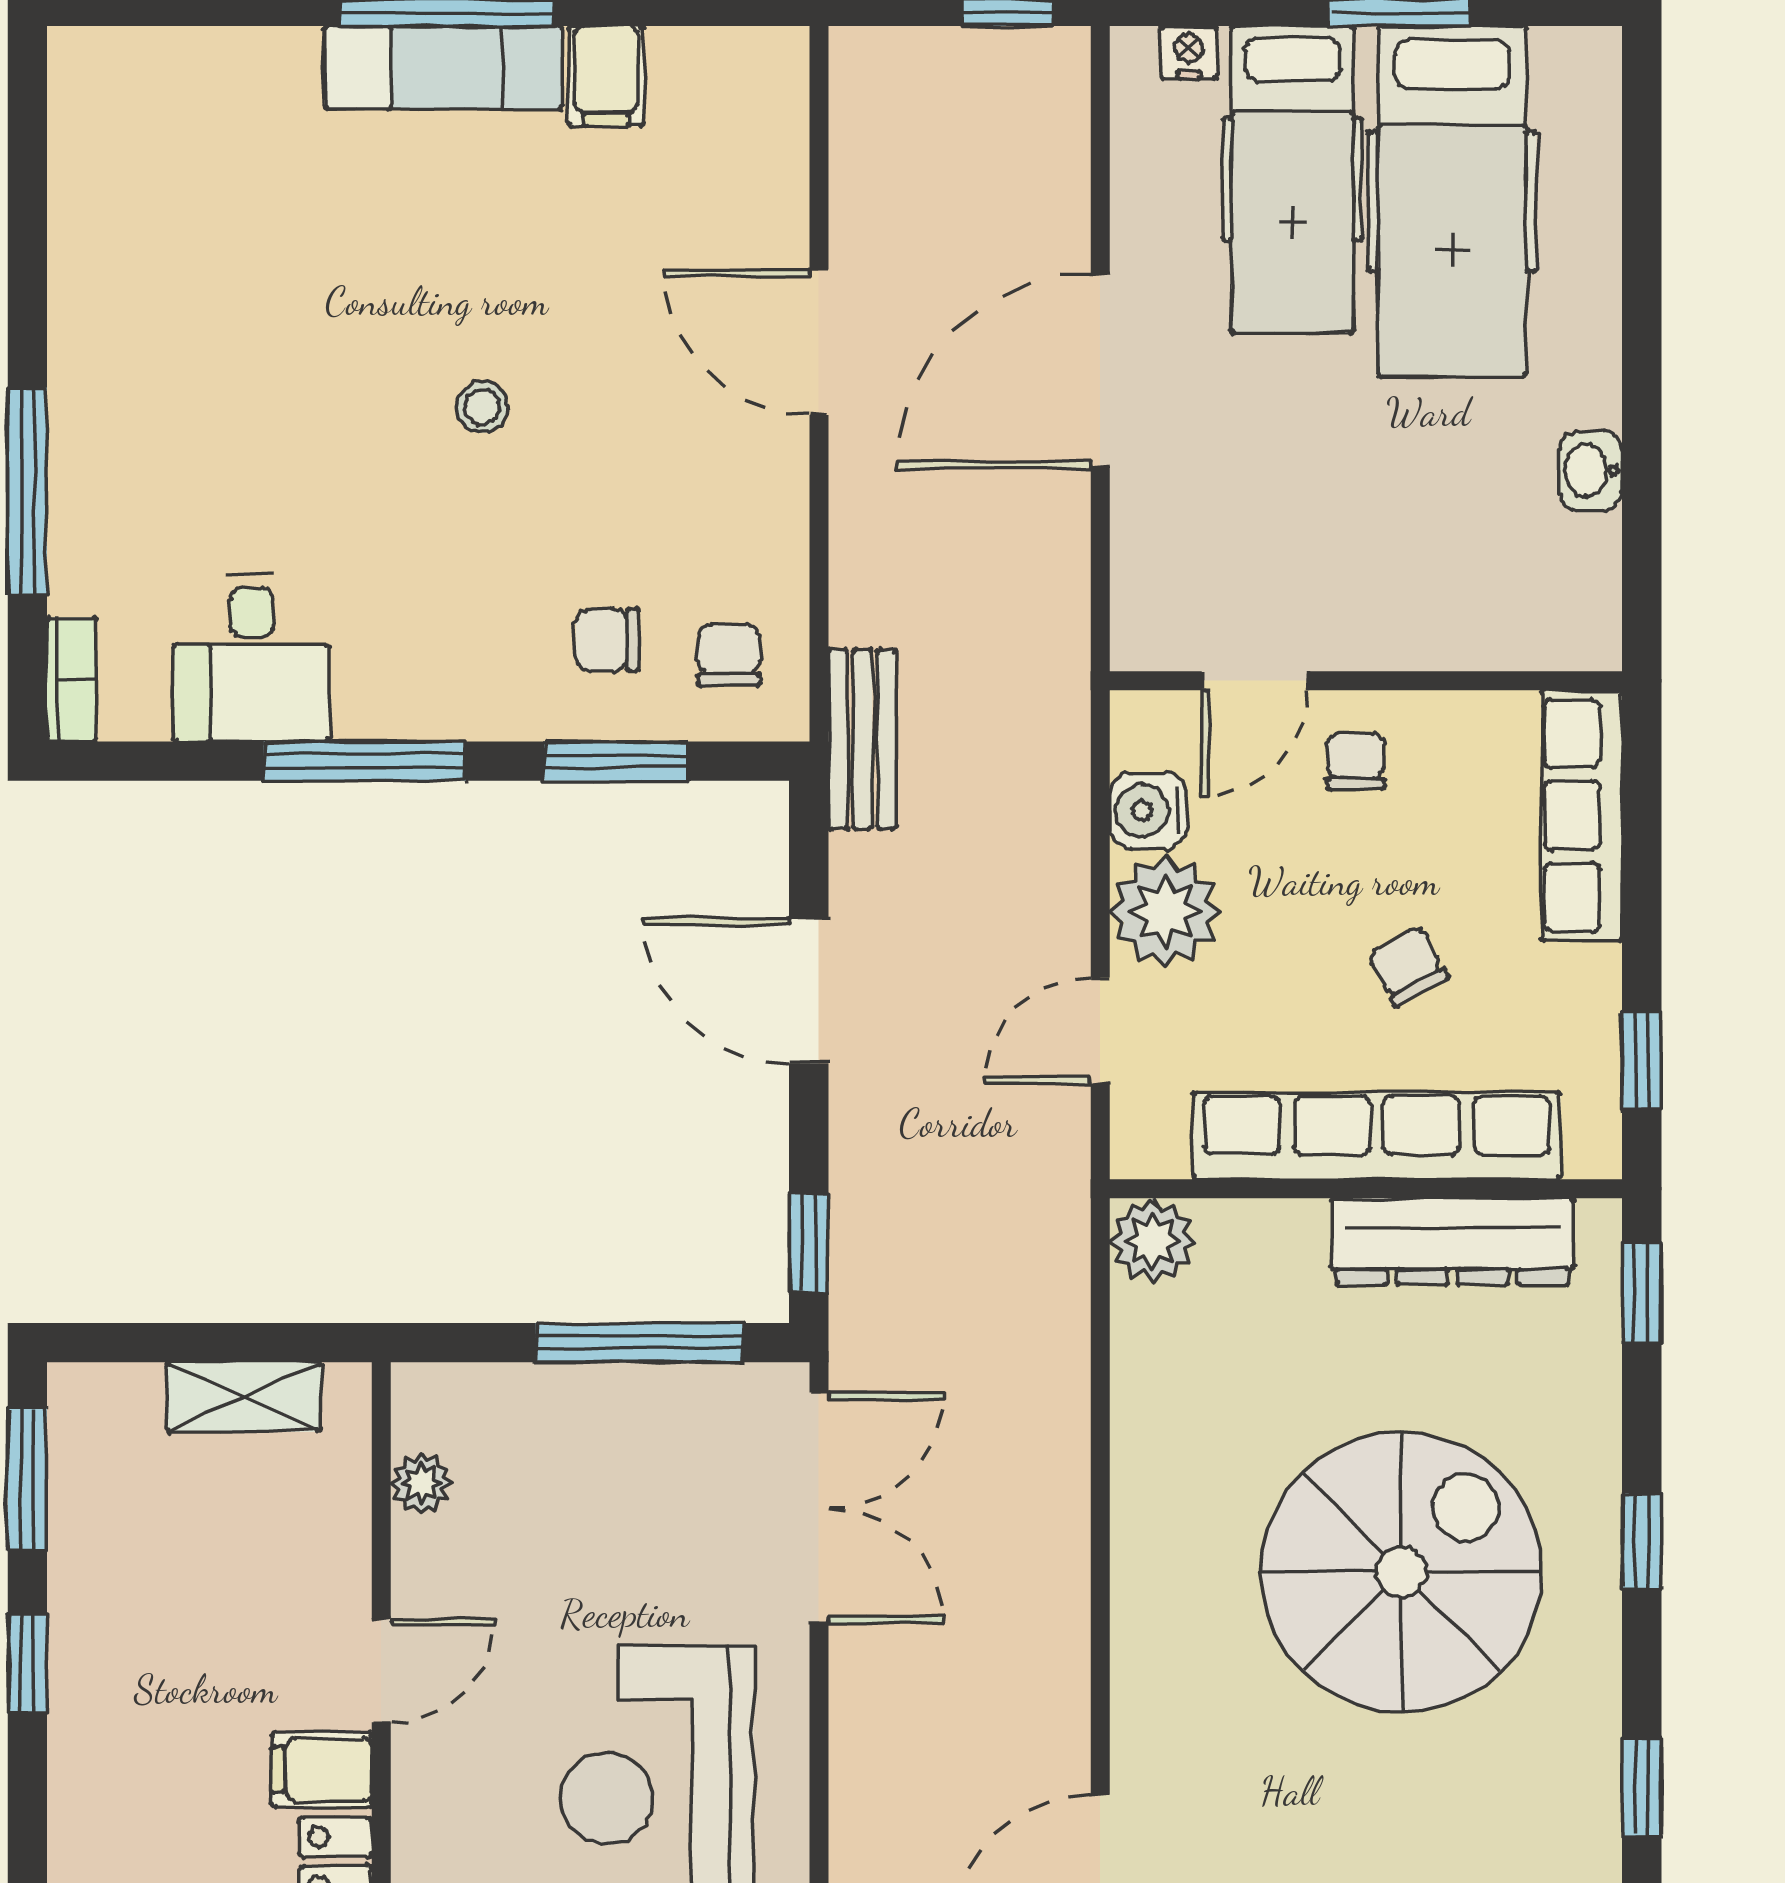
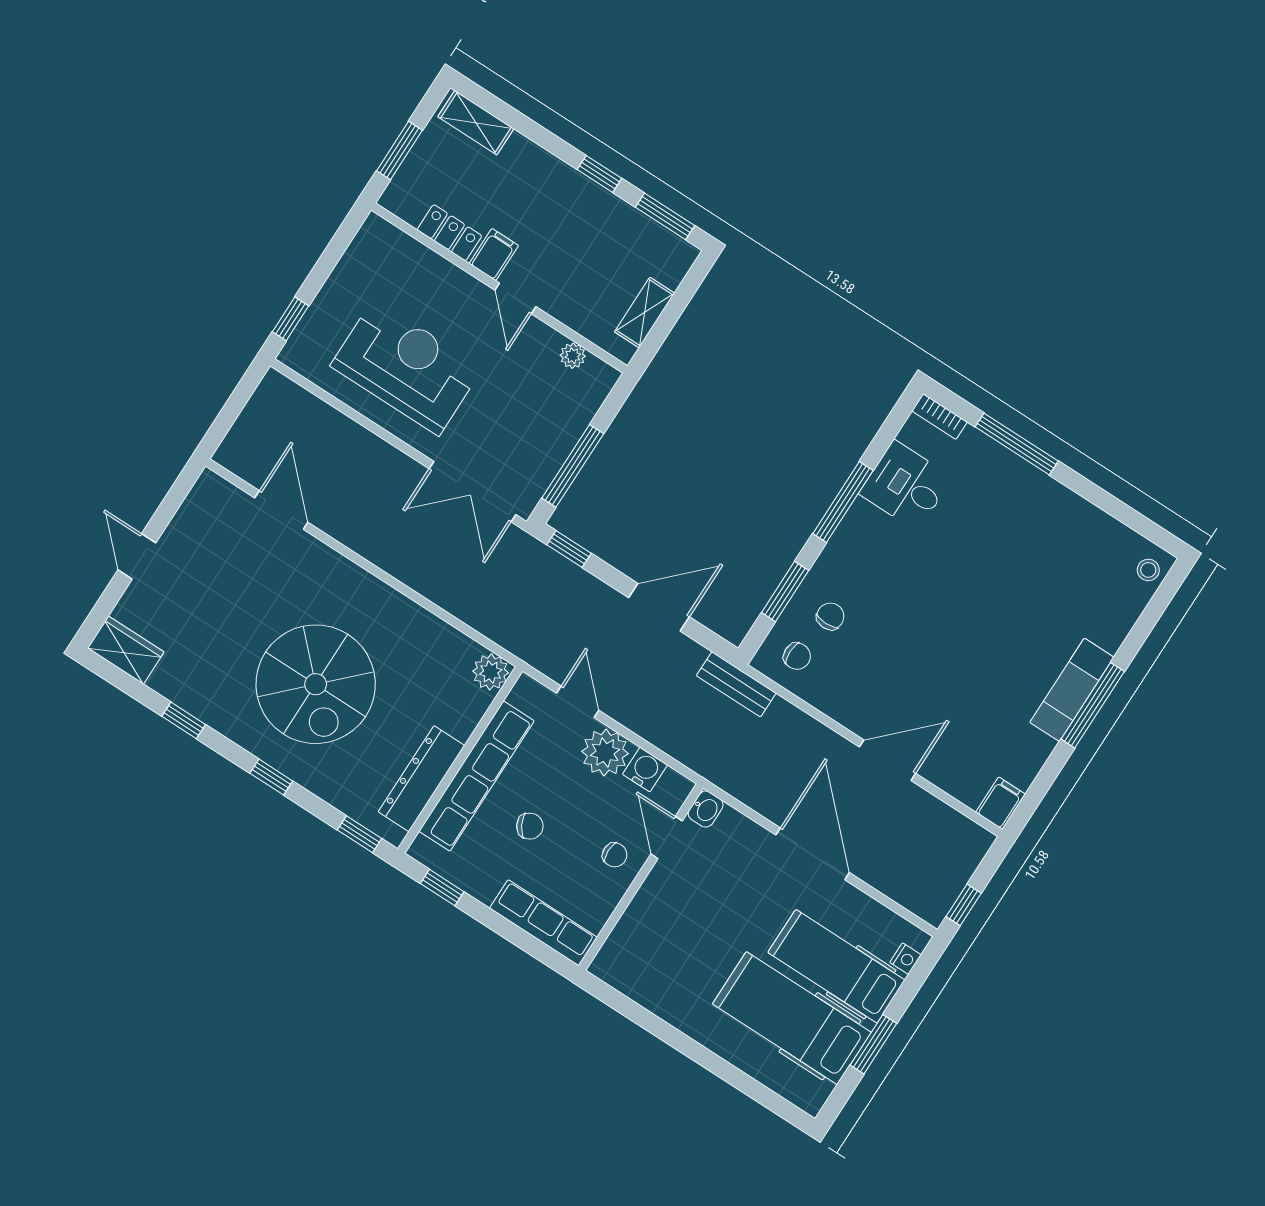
filing cabinet: (606, 76) -> (1000, 803), moved, turned 90
stool: (482, 407) -> (1148, 570), moved
washbasin: (1591, 470) -> (706, 809), moved, turned 90

